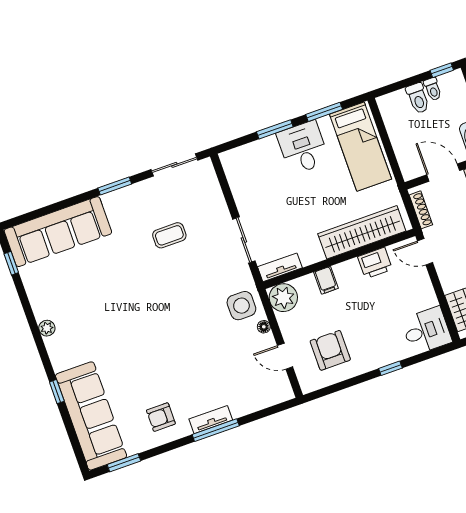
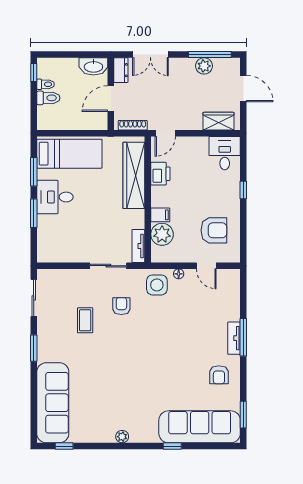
armchair: (201, 272) -> (121, 306), added
plant: (283, 298) -> (162, 234), moved
armchair: (330, 350) -> (214, 230), turned 180
door: (285, 356) -> (206, 266), hinge flipped

